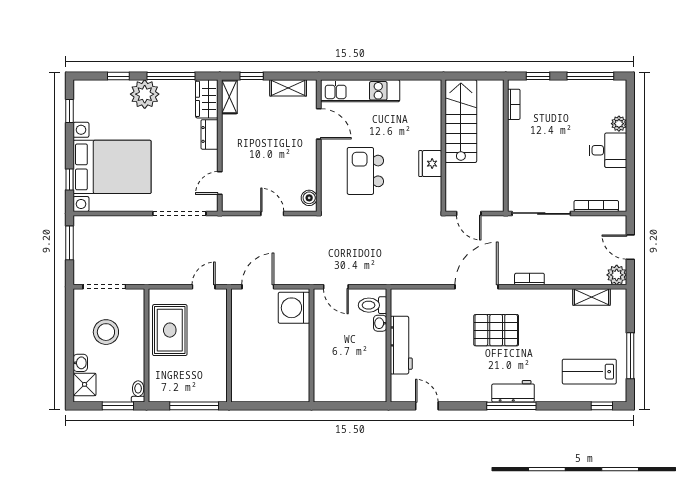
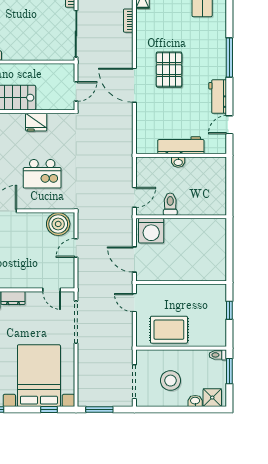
boiler: (309, 198) -> (58, 224), width x1.86, depth x1.86
bookcase: (529, 279) -> (128, 21), moved
toilet: (373, 305) -> (170, 204), moved, turned 180
washbasin: (380, 323) -> (178, 162), moved
workbench: (513, 391) -> (218, 97), moved
window: (194, 406) -> (229, 310), width x0.46

